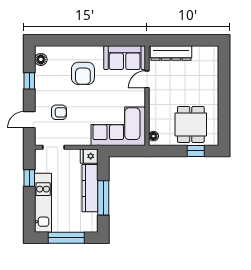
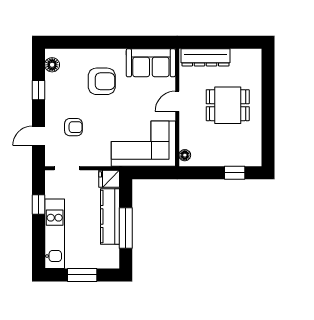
armchair: (83, 73) -> (102, 81), turned -90
door: (147, 79) -> (177, 101), moved
dining table: (191, 124) -> (228, 105), moved, turned 90
window: (66, 238) -> (82, 275), width x0.69

